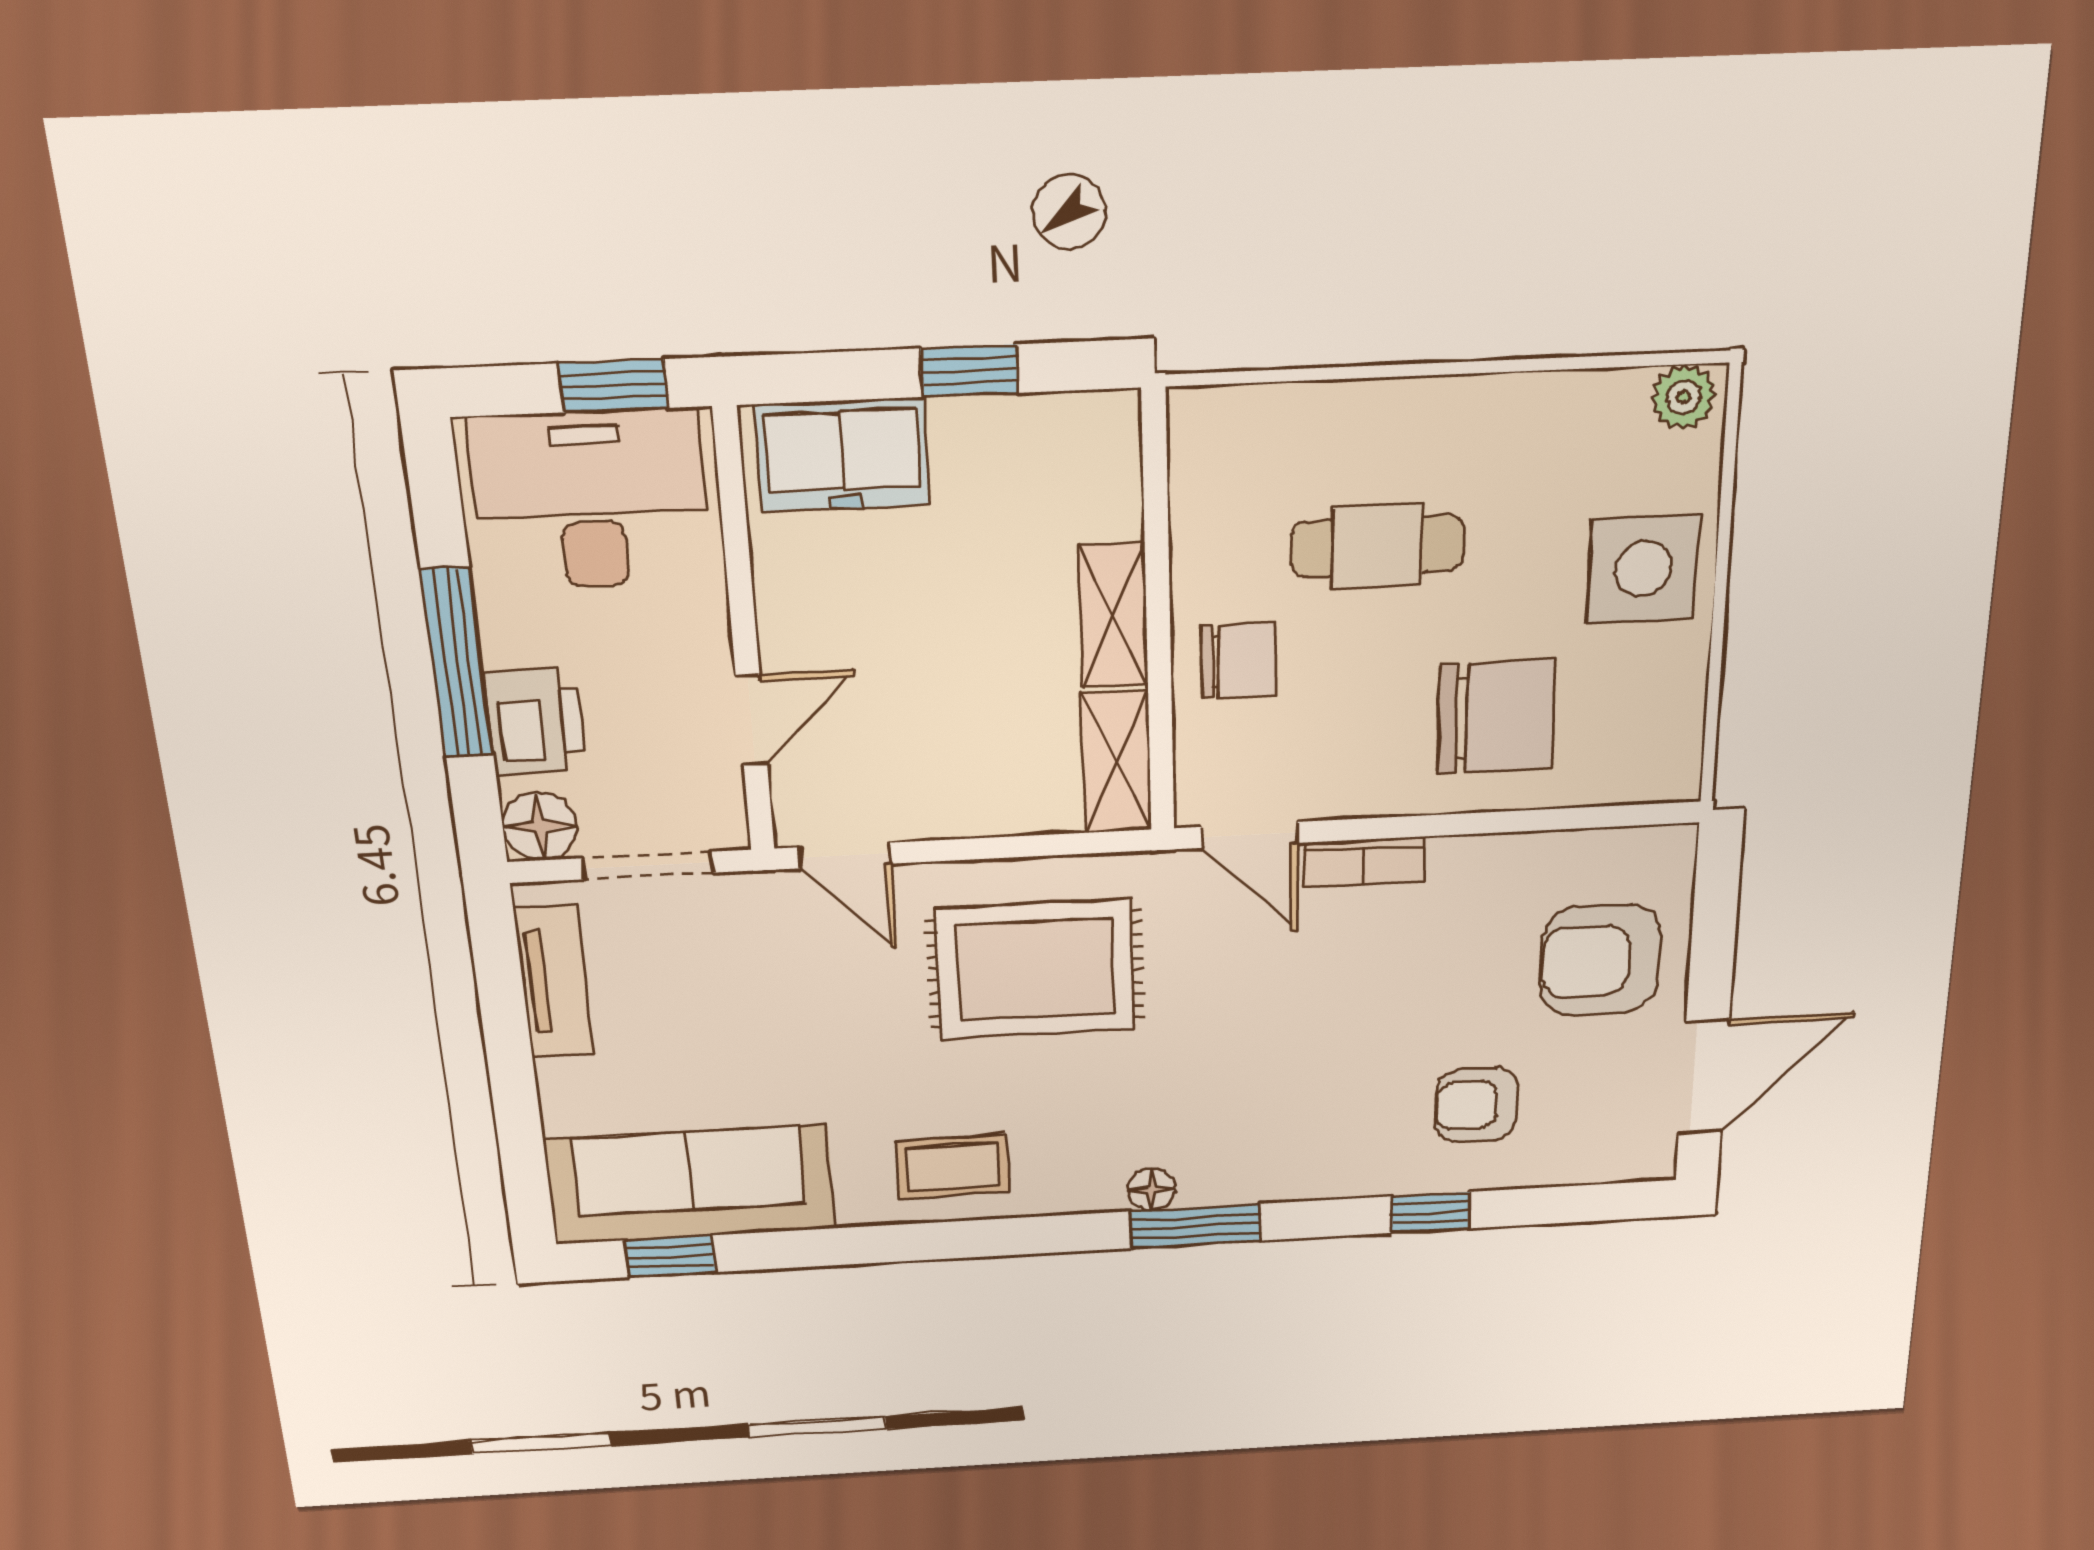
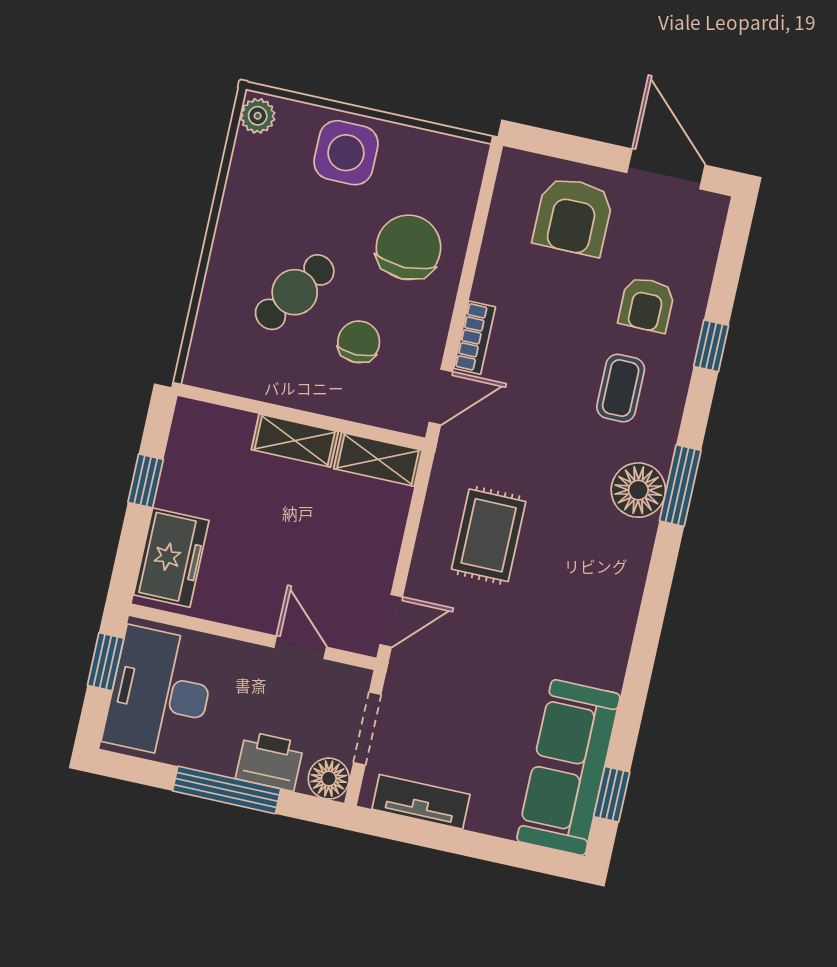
cafe table: (1377, 546) -> (295, 292), turned 35
chair: (1239, 660) -> (359, 342), moved
rug: (1036, 969) -> (489, 535), width x0.73, depth x0.70
coffee table: (953, 1167) -> (621, 388), moved
floor lamp: (1151, 1189) -> (638, 490), width x1.89, depth x1.89

